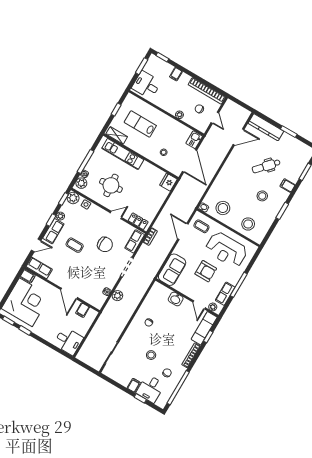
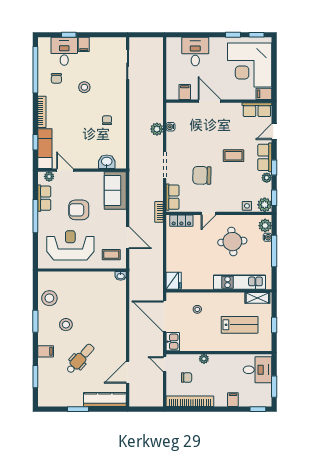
door: (215, 118) -> (165, 364), moved
stool: (223, 208) -> (100, 287), removed
stool: (248, 224) -> (49, 298), moved
washbasin: (176, 299) -> (107, 162), moved
desk: (68, 341) -> (195, 52), moved, turned 90

